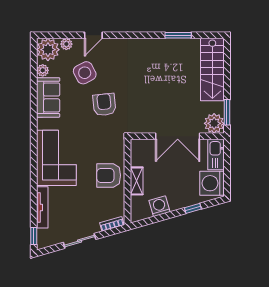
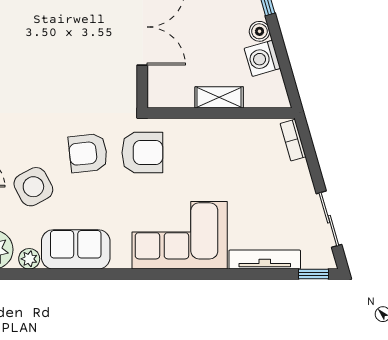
armchair: (109, 175) -> (142, 153), moved, turned -90
boiler: (175, 204) -> (259, 31), added
sliding door: (80, 241) -> (329, 219), moved

